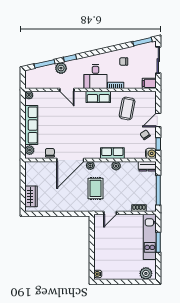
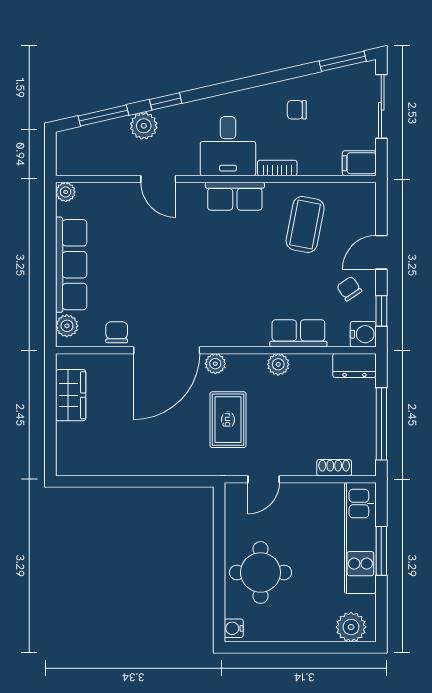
row of seats: (112, 153) -> (298, 333), moved
wardrobe: (31, 196) -> (71, 395), moved
round table: (109, 251) -> (260, 572), added

